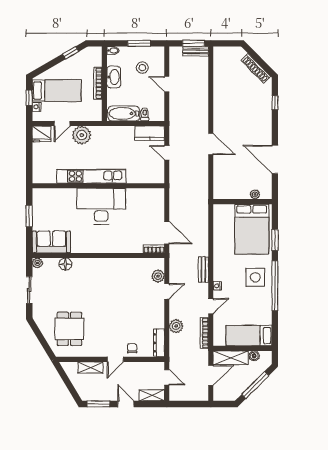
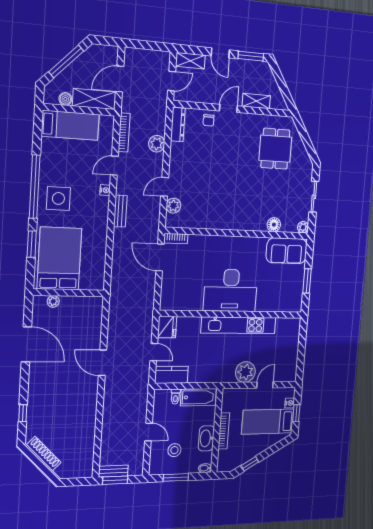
fridge: (42, 134) -> (167, 327), moved, turned 90
door: (167, 377) -> (172, 81), swing flipped

